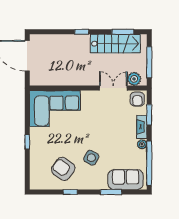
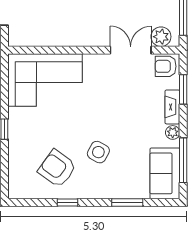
armchair: (137, 99) -> (166, 66), turned 90
window: (149, 163) -> (183, 160), width x0.68
sofa: (126, 180) -> (165, 173), moved, turned -90

